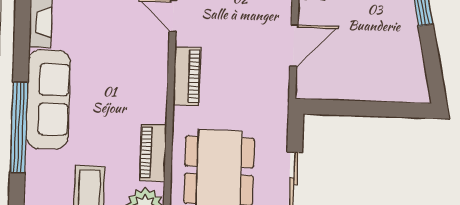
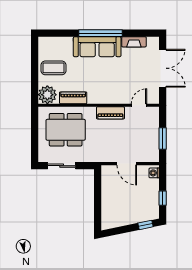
window: (19, 127) -> (101, 33), moved

